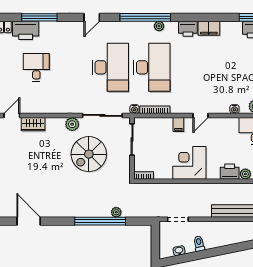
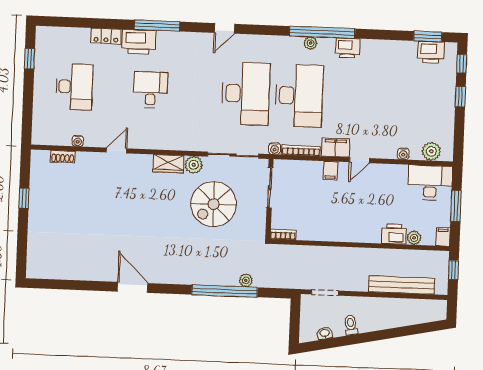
window: (145, 17) -> (322, 32), moved
filing cabinet: (209, 28) -> (336, 148), moved, turned 180
wardrobe: (33, 124) -> (168, 164), moved
corner desk: (189, 163) -> (343, 221), removed

